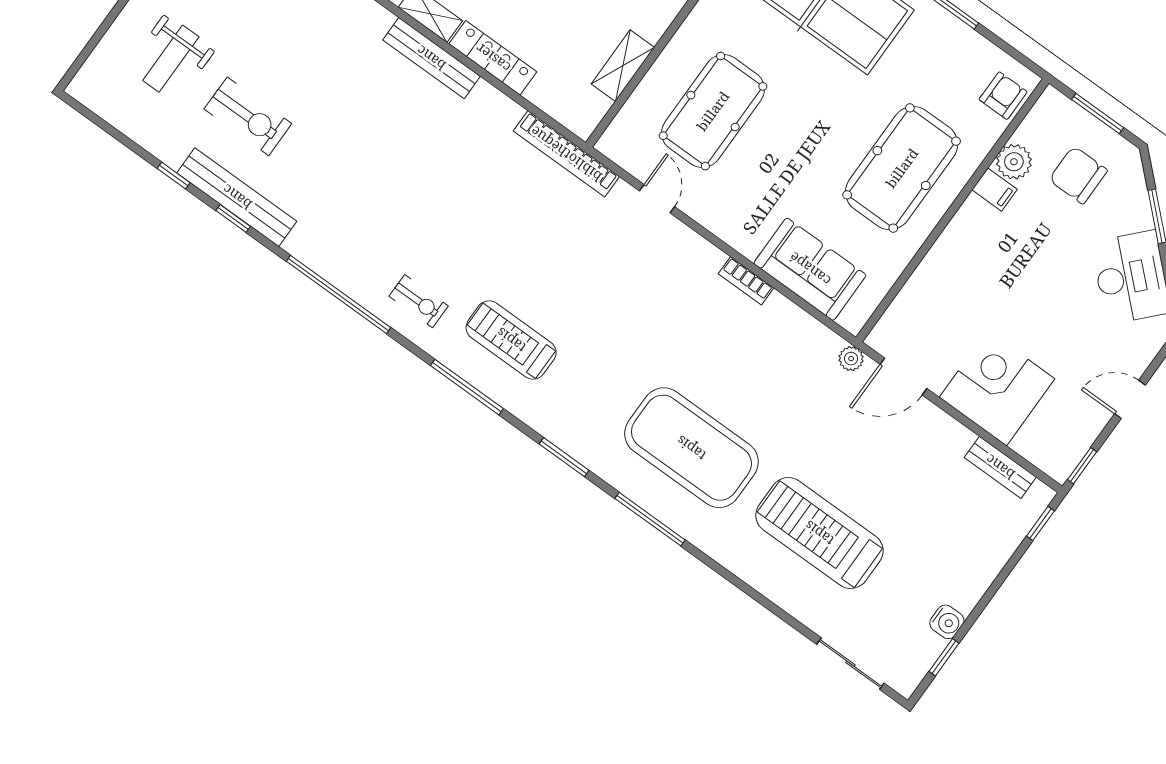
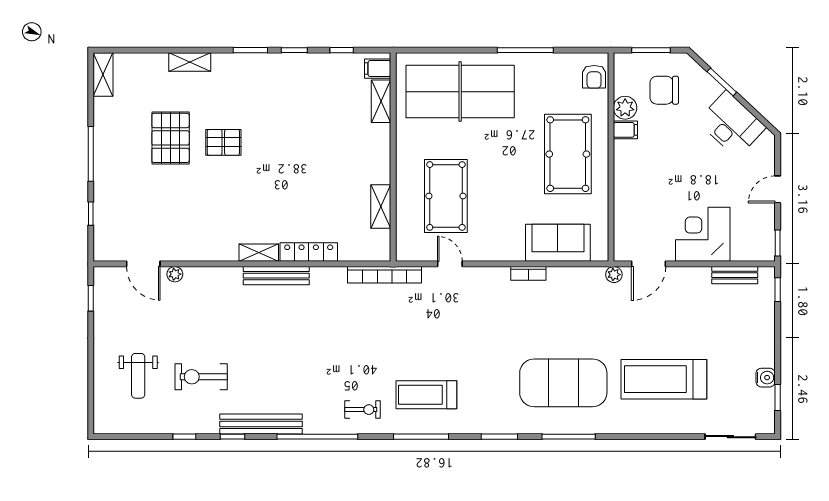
armchair: (1003, 96) -> (594, 77), turned 180
exercise bike: (248, 116) -> (201, 377), turned 180
bench: (237, 197) -> (261, 424), moved

